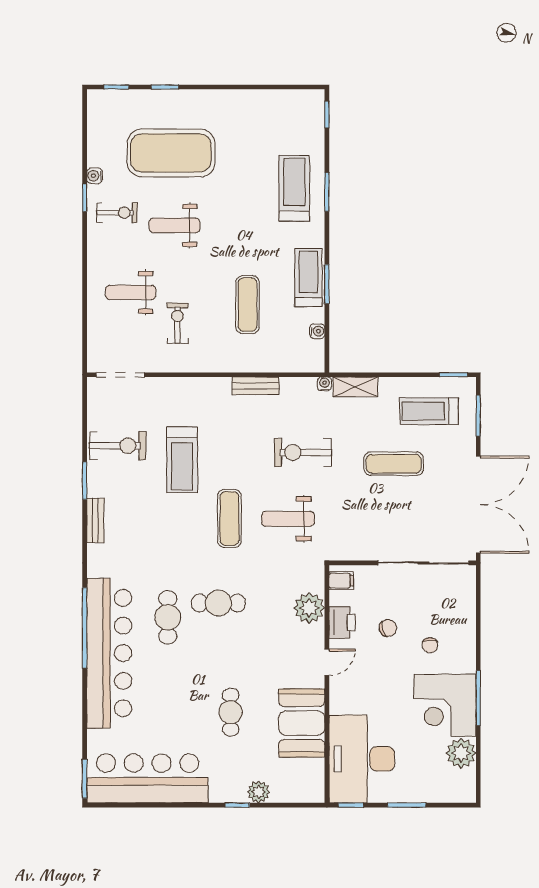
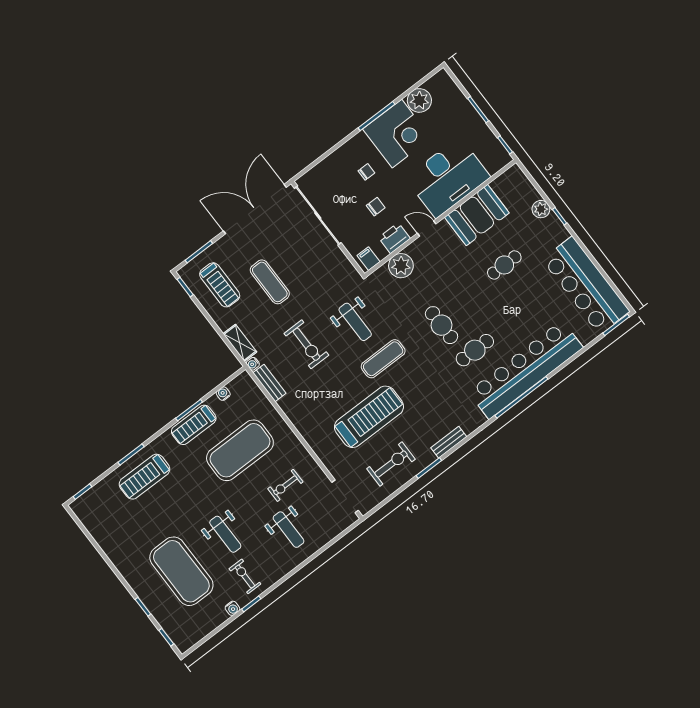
exercise mat: (247, 305) -> (240, 450), width x2.00, depth x1.45
bench: (256, 386) -> (269, 383), moved
exercise bike: (118, 446) -> (391, 464), turned 90
treadmill: (182, 460) -> (369, 417), width x1.37, depth x1.38
chair: (388, 628) -> (376, 207), turned 108
desk: (362, 759) -> (448, 177), moved

